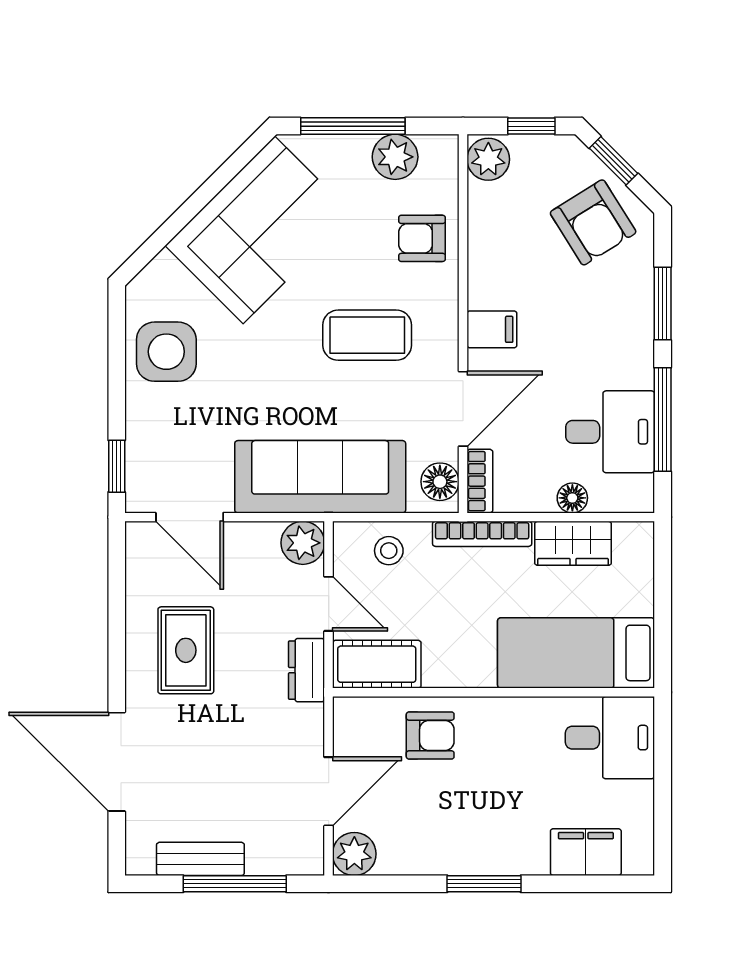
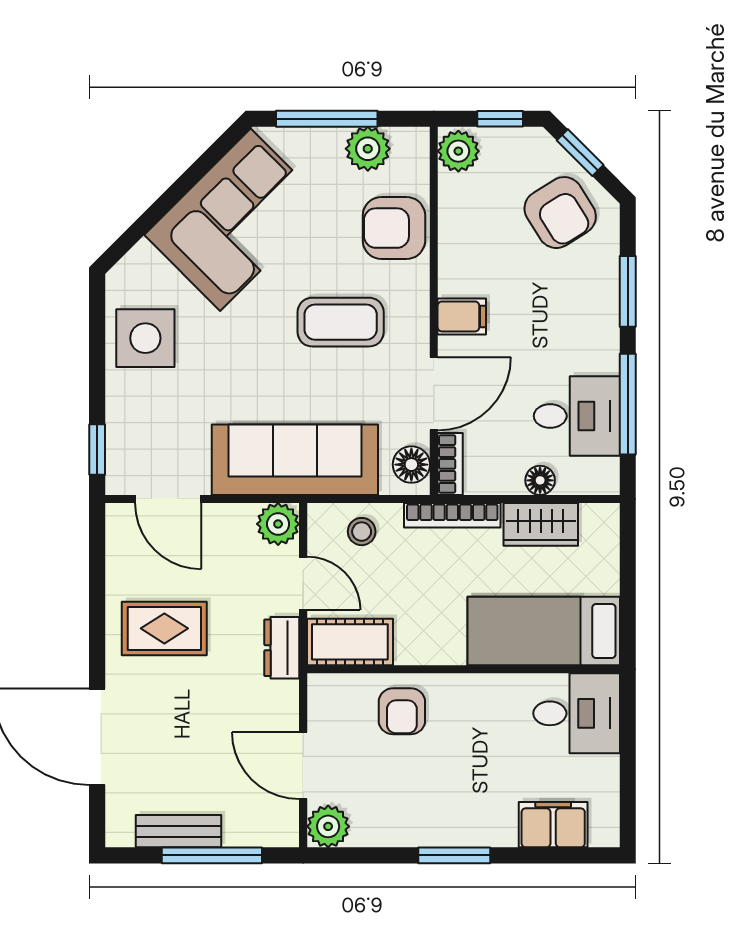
armchair: (422, 238) -> (394, 228), width x1.38, depth x1.38
rug: (186, 650) -> (164, 628), turned 90
armchair: (430, 736) -> (402, 711), turned 90
door: (329, 791) -> (303, 766), swing flipped

